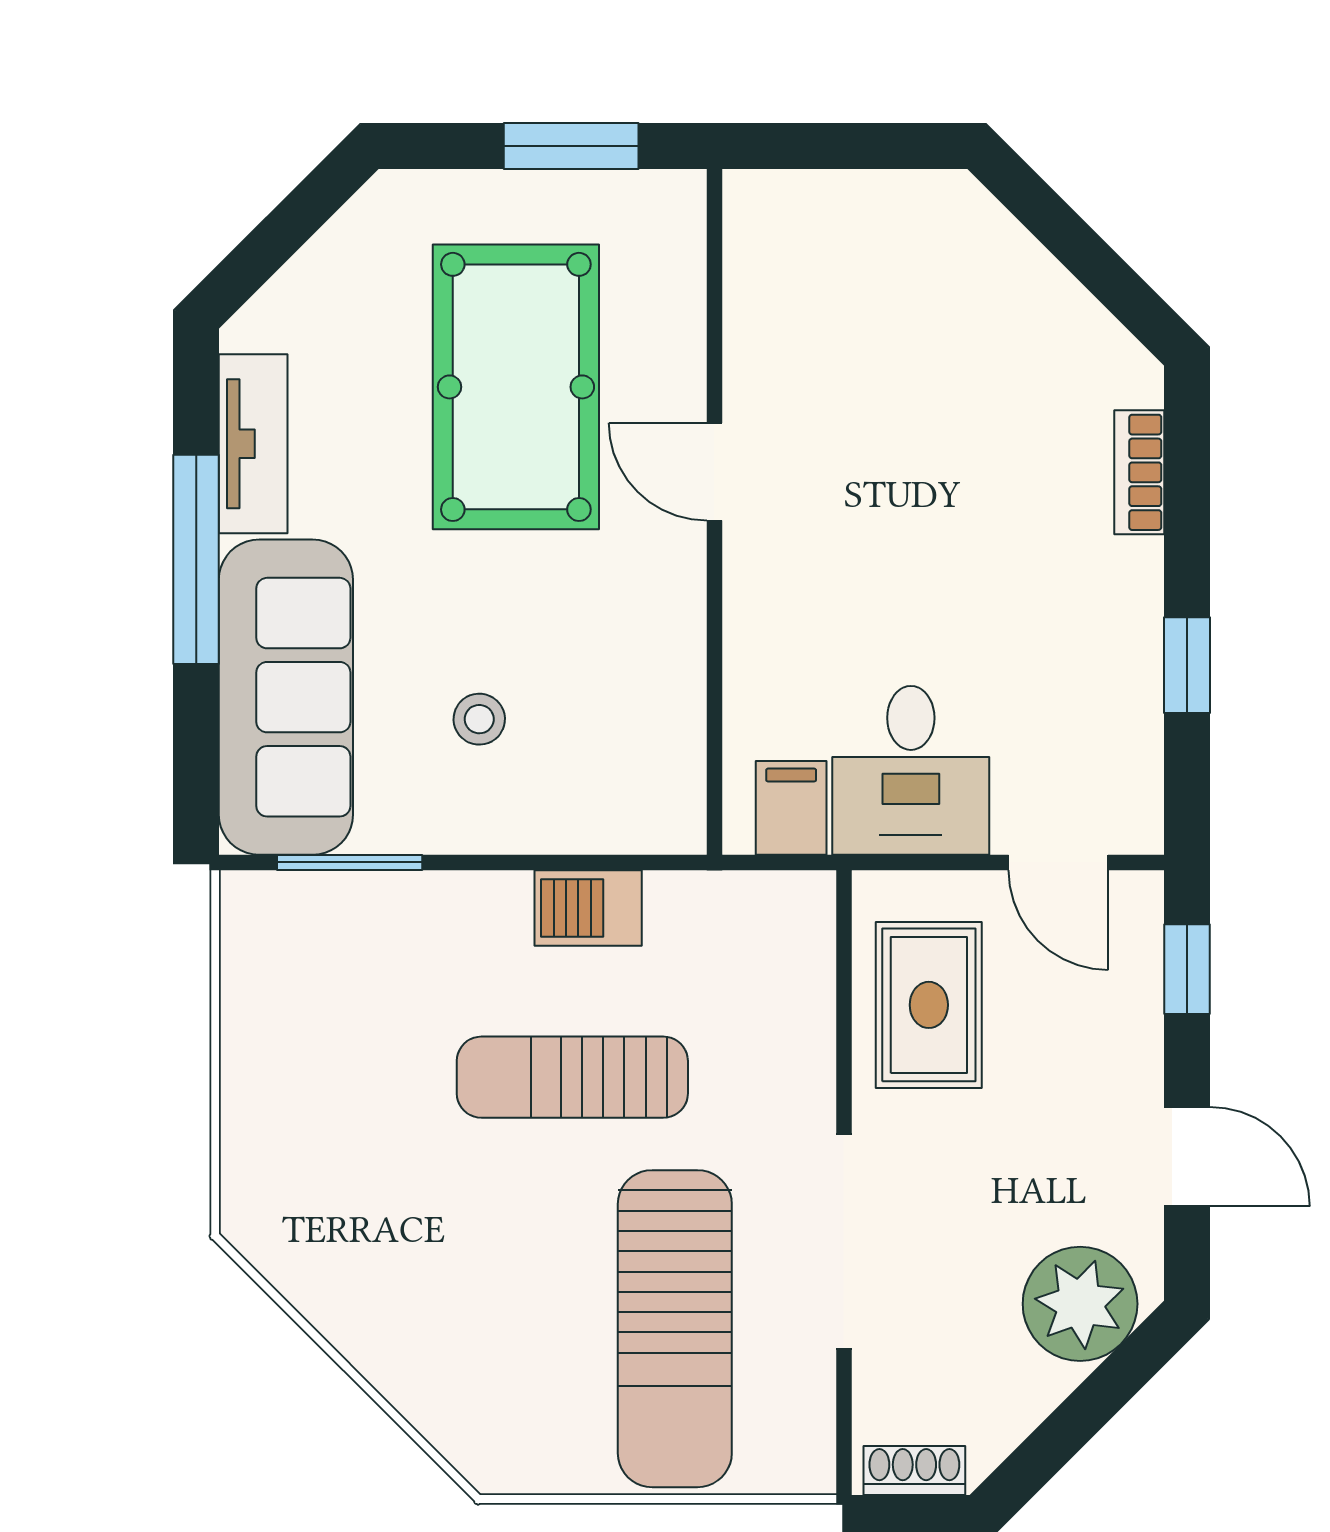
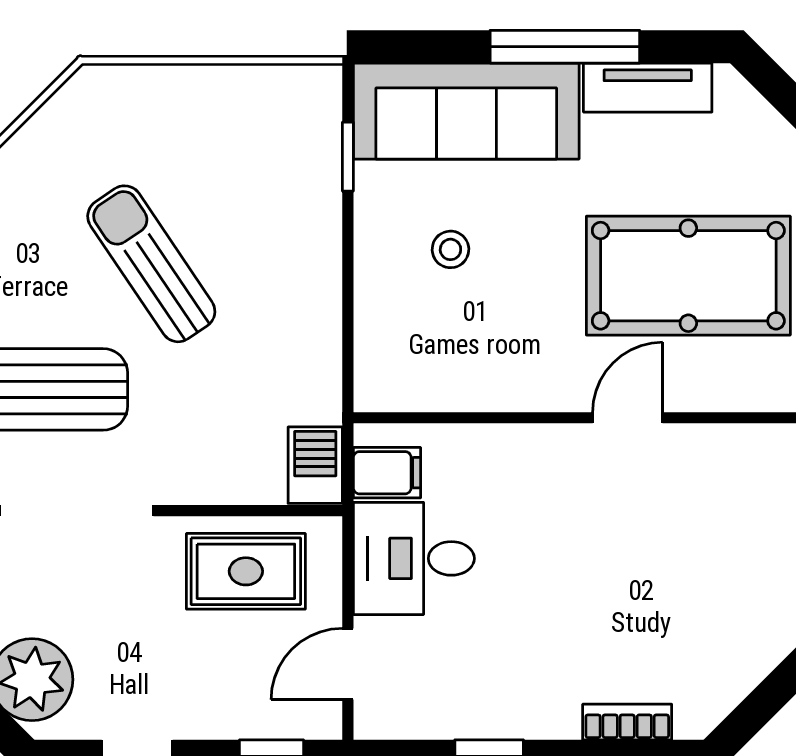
window: (350, 862) -> (348, 157), width x0.67
barbecue: (588, 908) -> (315, 465), moved
sun lounger: (572, 1077) -> (151, 264), moved, turned -34

